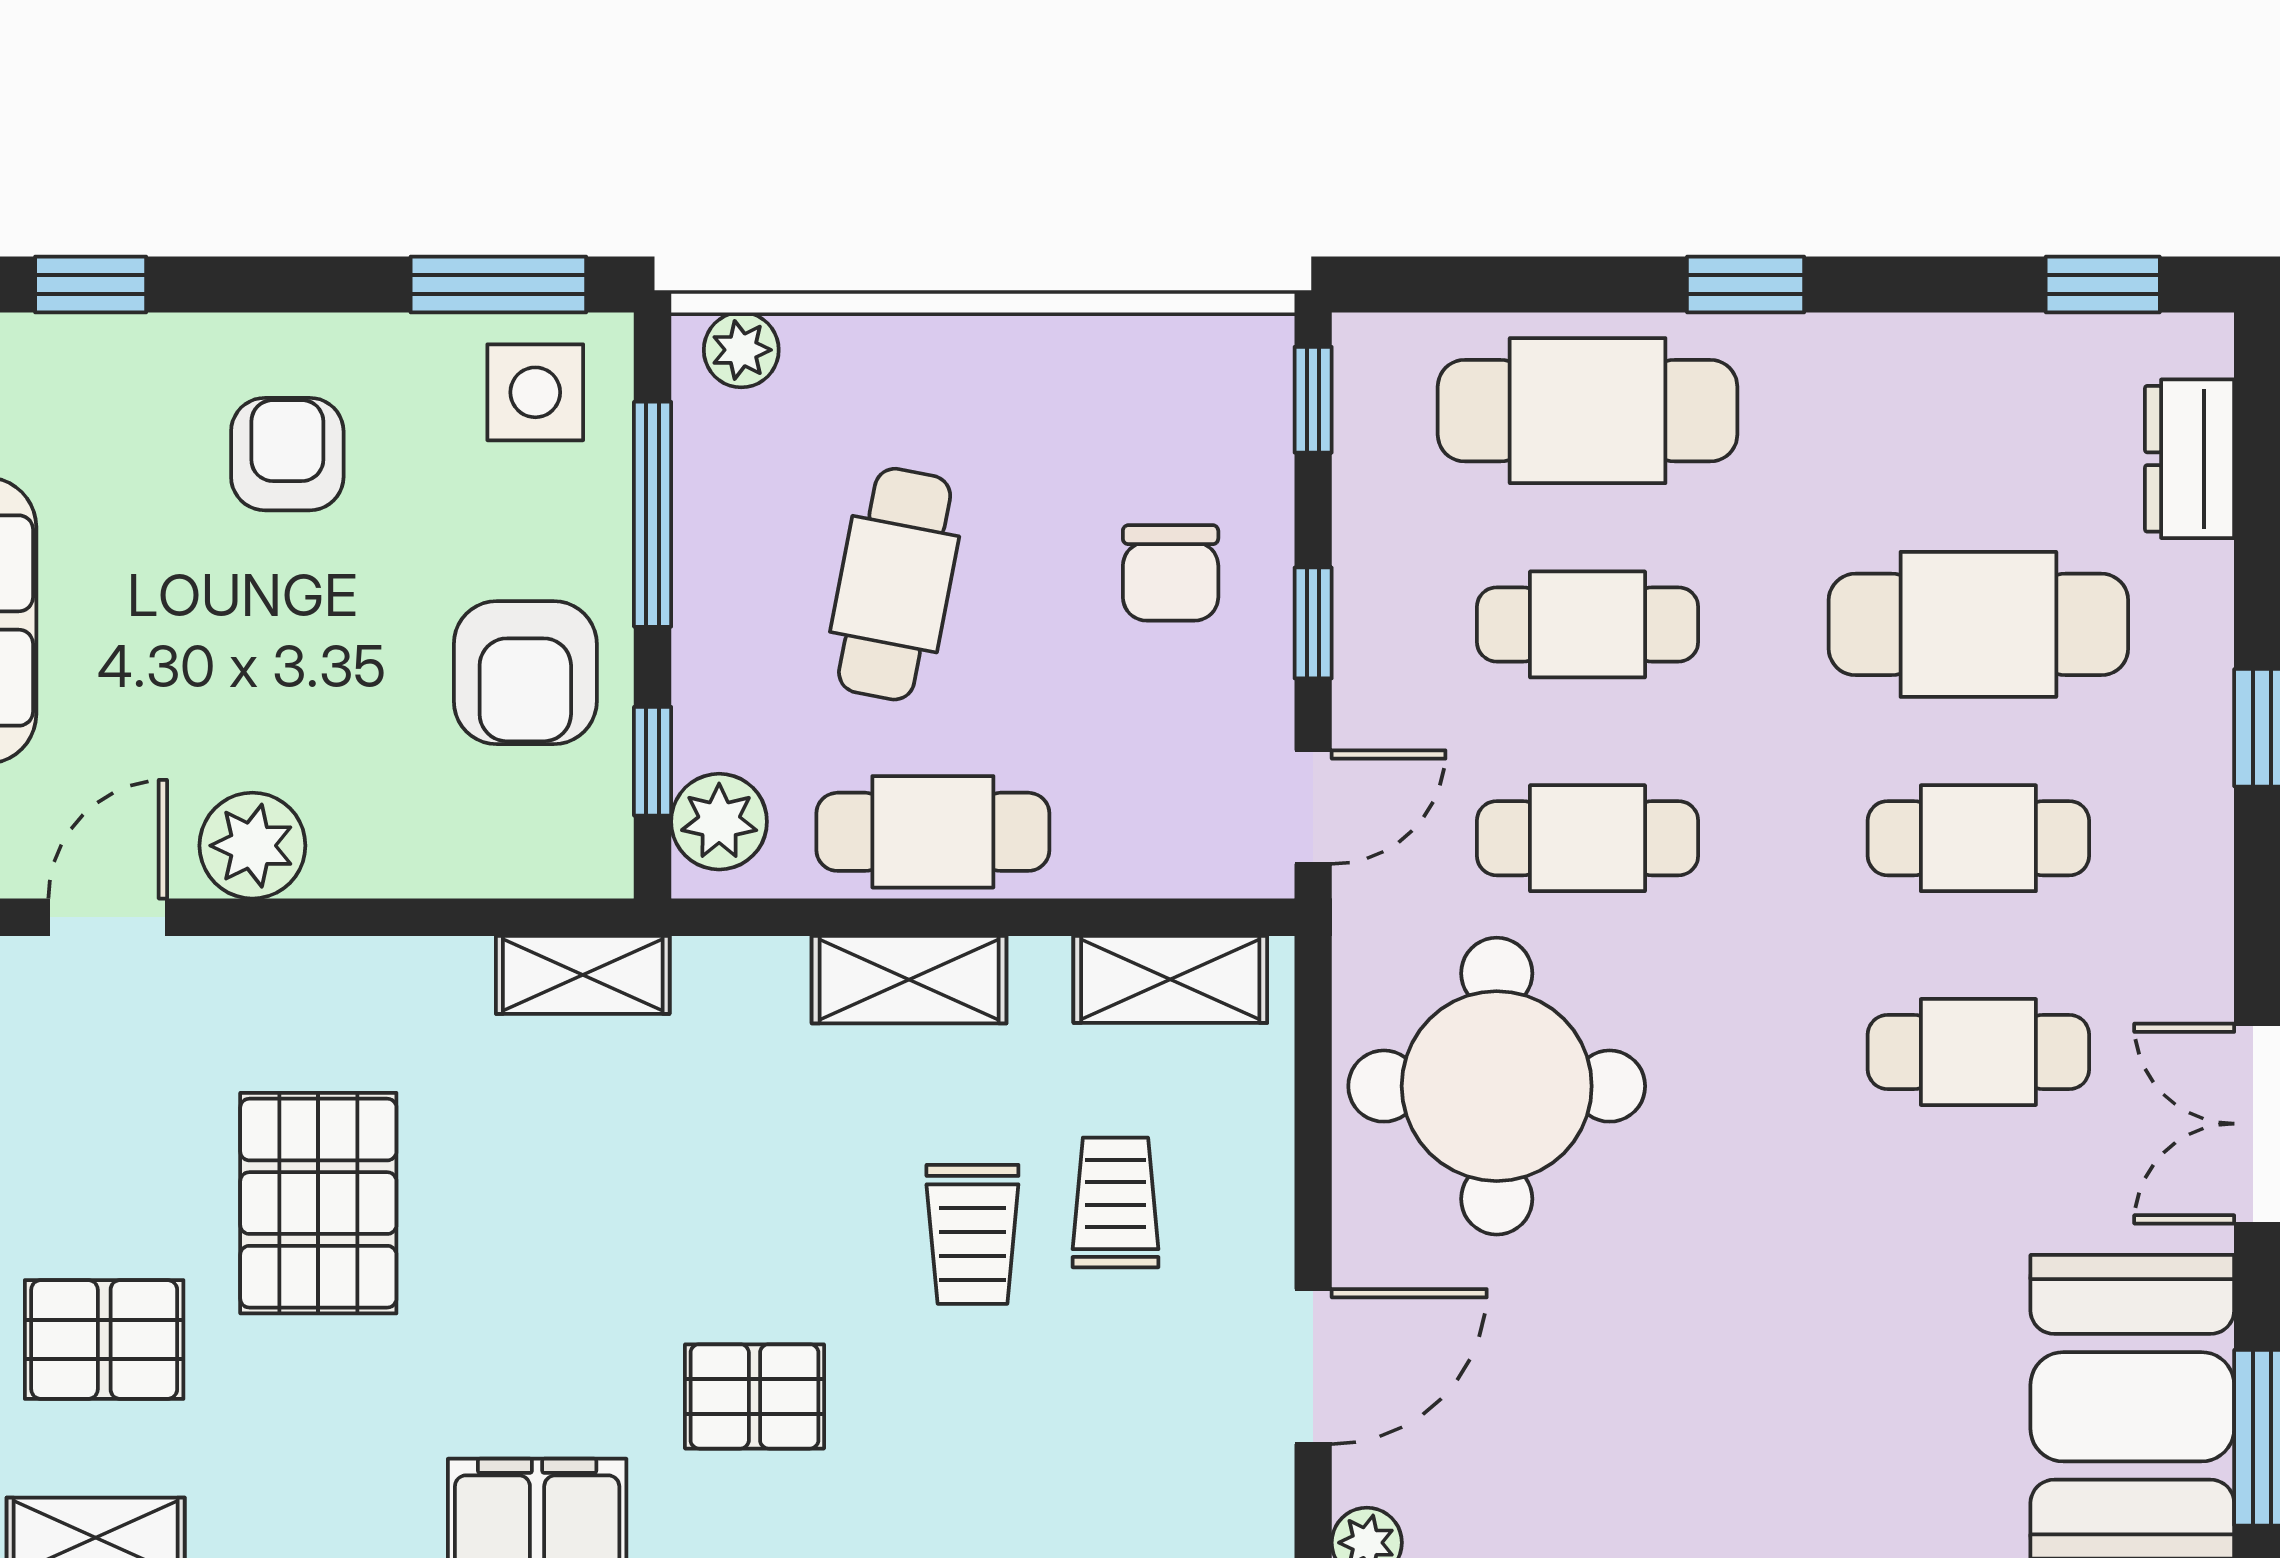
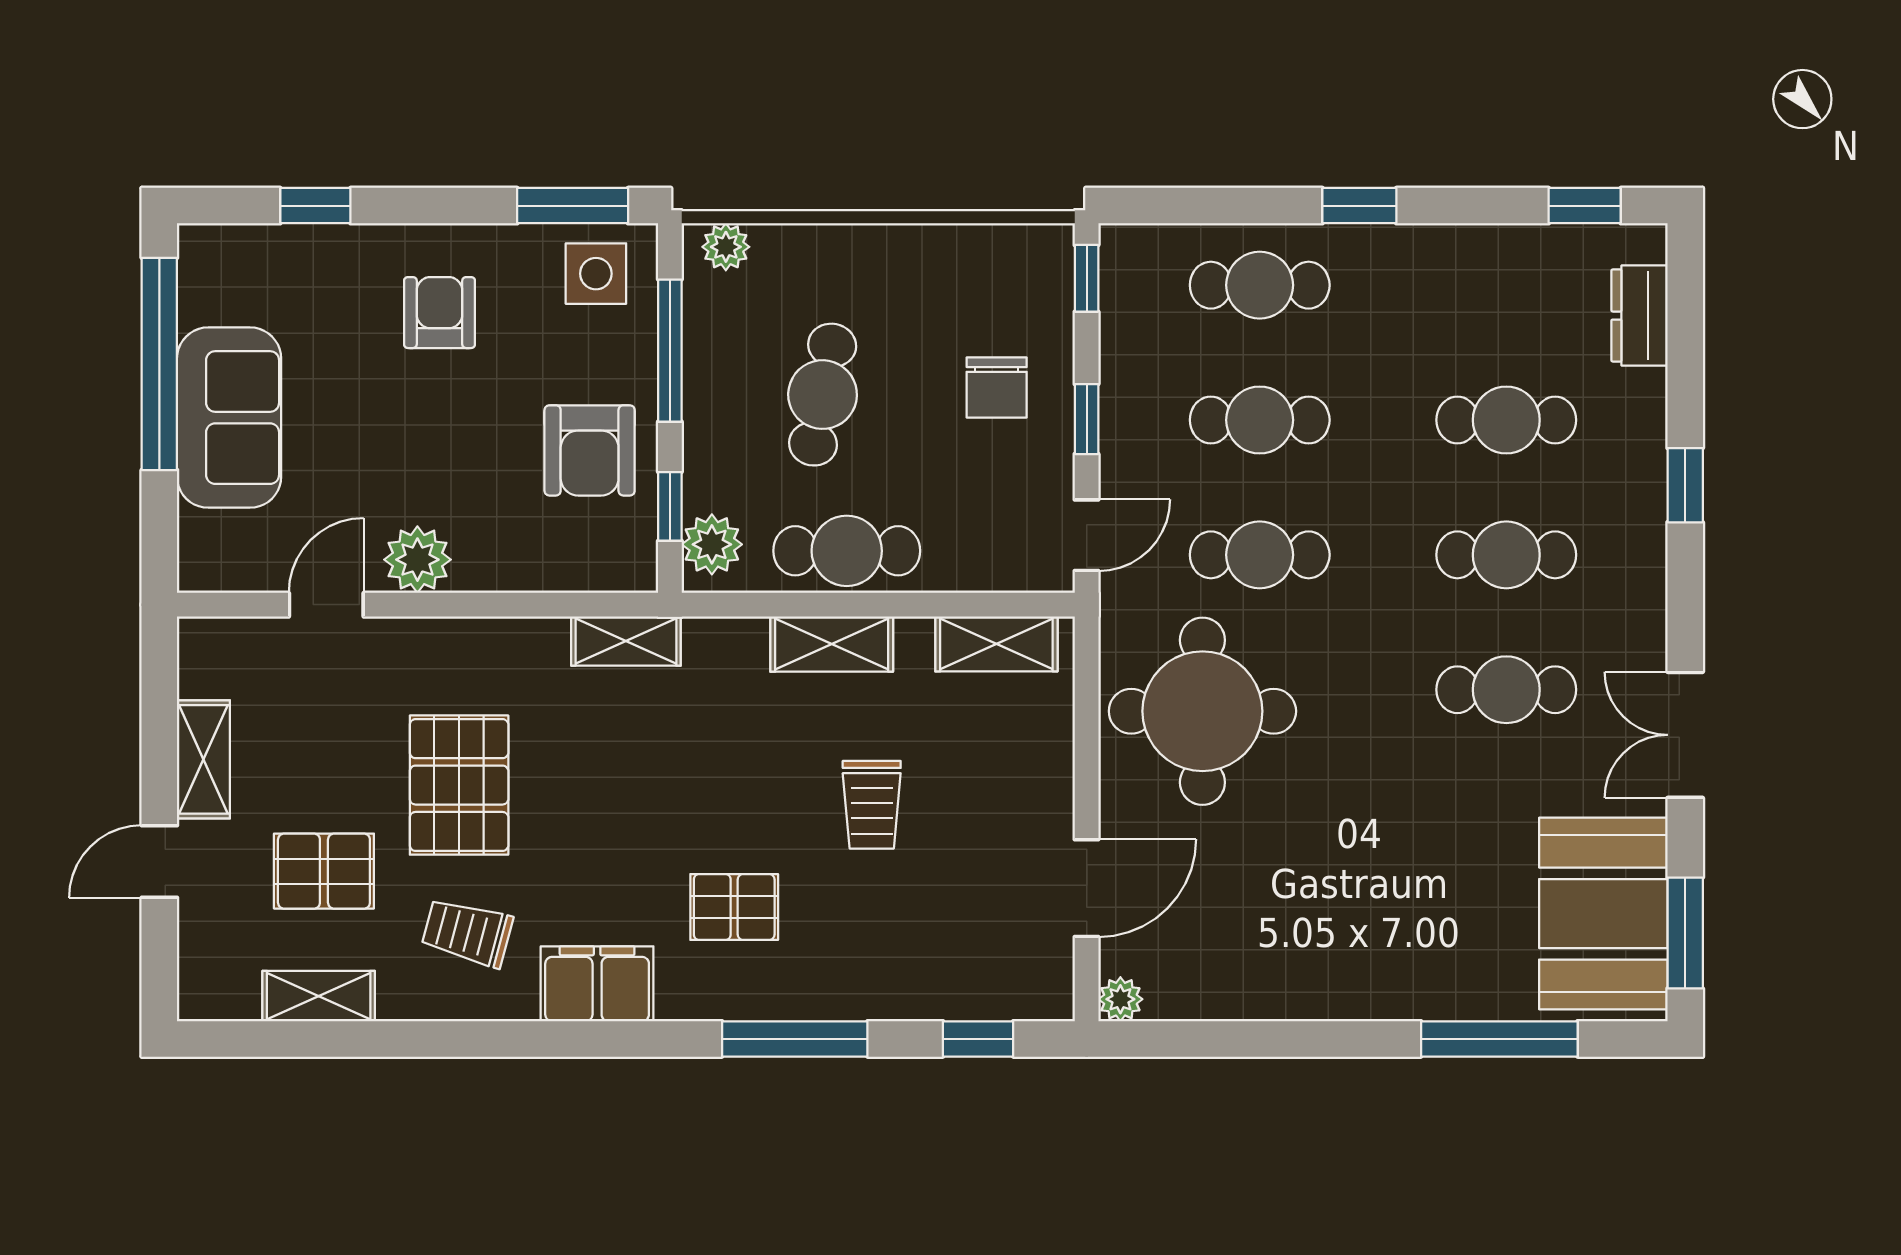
cafe table: (1588, 411) -> (1260, 285), width x0.73, depth x0.74
cafe table: (1978, 624) -> (1506, 420), width x0.73, depth x0.74
trolley: (1115, 1202) -> (467, 932), moved, turned -75

